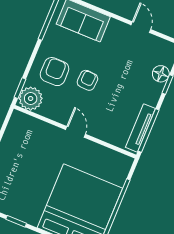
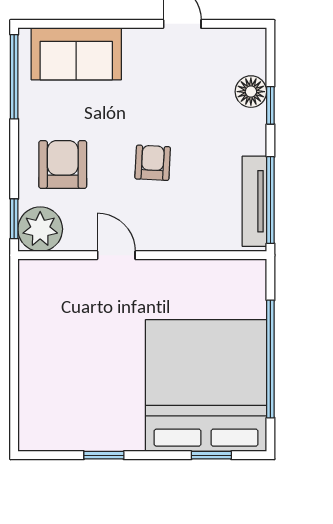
armchair: (87, 80) -> (153, 163), moved
door: (75, 132) -> (116, 255), moved

